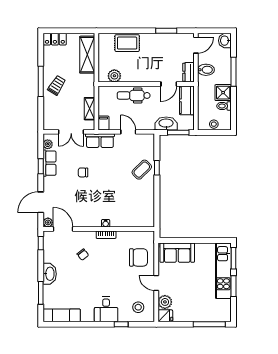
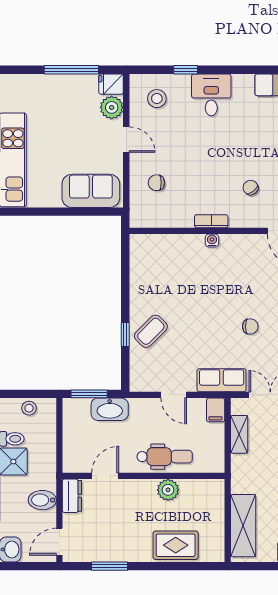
plant: (114, 76) -> (168, 490), moved
kitchen counter: (187, 100) -> (75, 448), removed
chair: (138, 257) -> (156, 183), width x0.54, depth x0.54
window: (209, 324) -> (71, 70), moved

